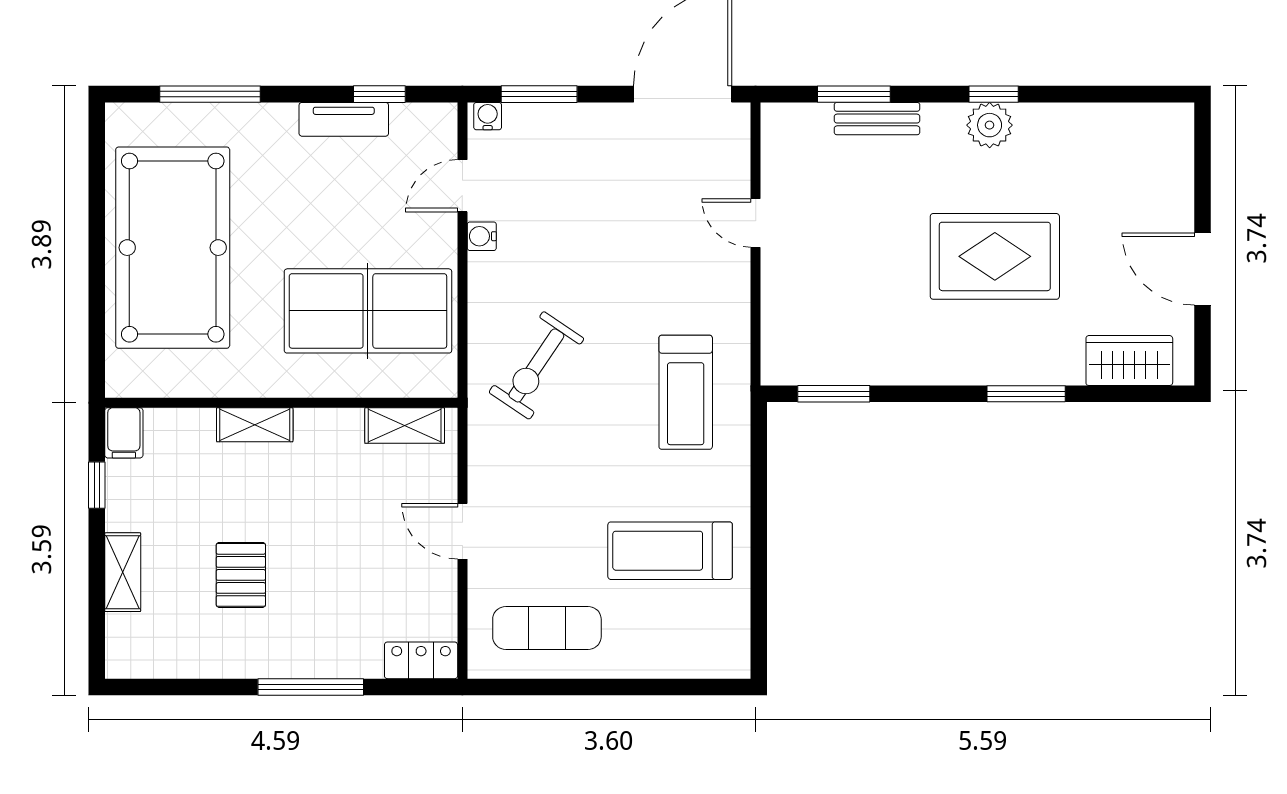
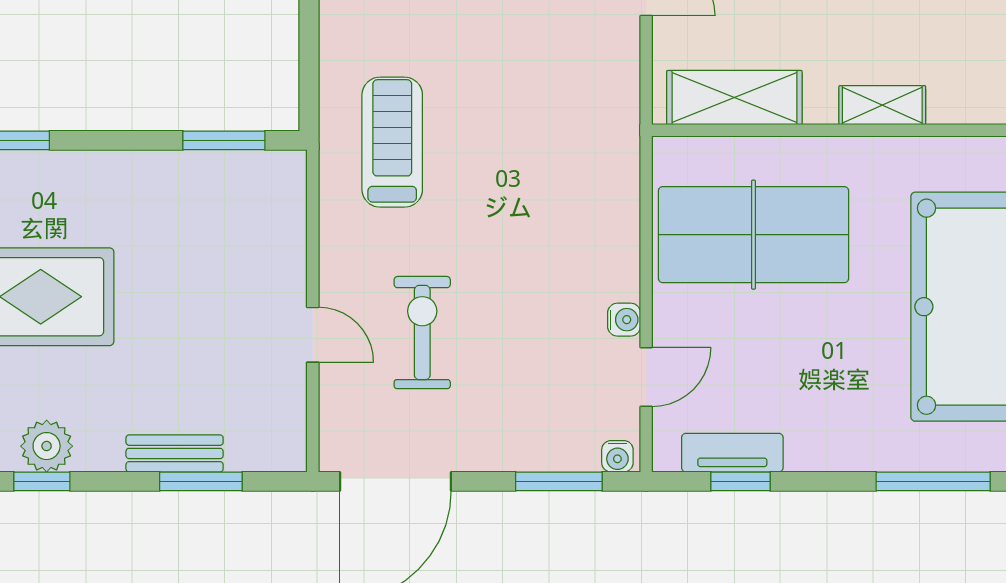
tv unit: (344, 119) -> (732, 453), moved
exercise bike: (536, 365) -> (422, 333), moved, turned -34
shelving: (405, 425) -> (734, 98), width x1.50, depth x1.33

